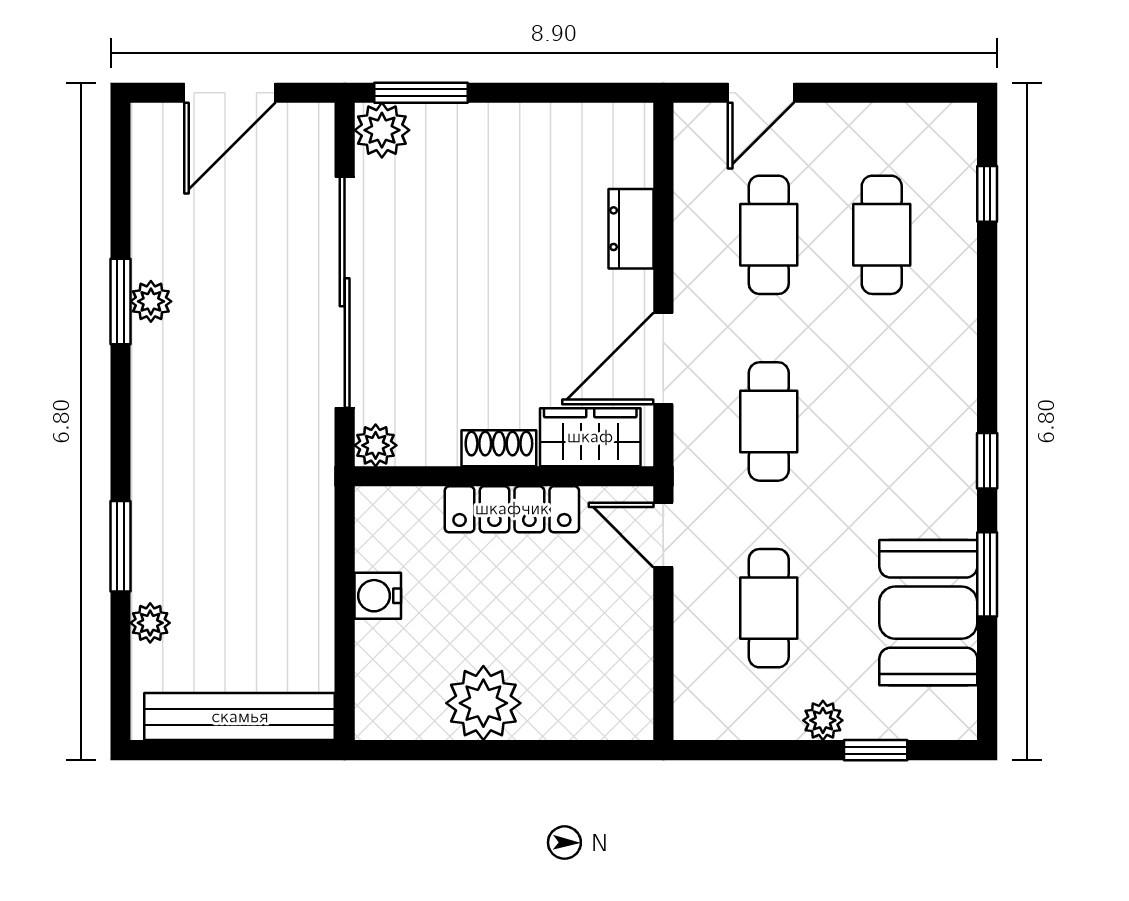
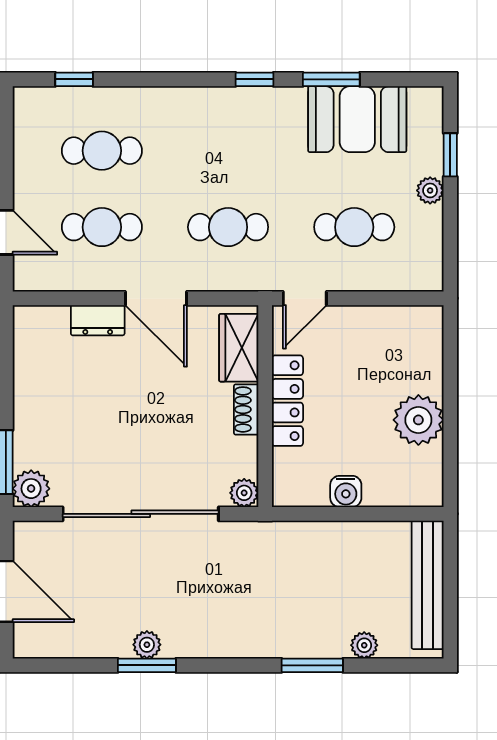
door: (663, 358) -> (156, 298), moved

